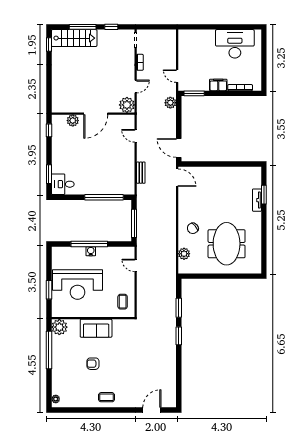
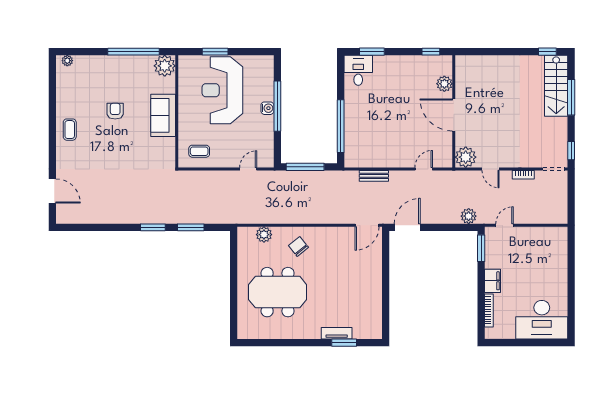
window: (111, 27) -> (571, 151), moved
desk: (235, 44) -> (542, 320), moved, turned 90

